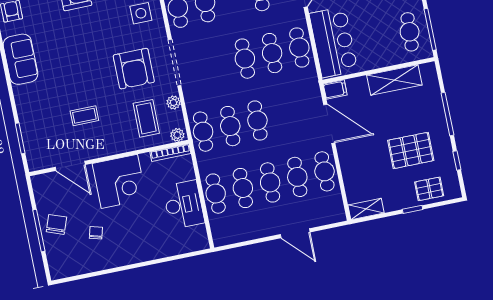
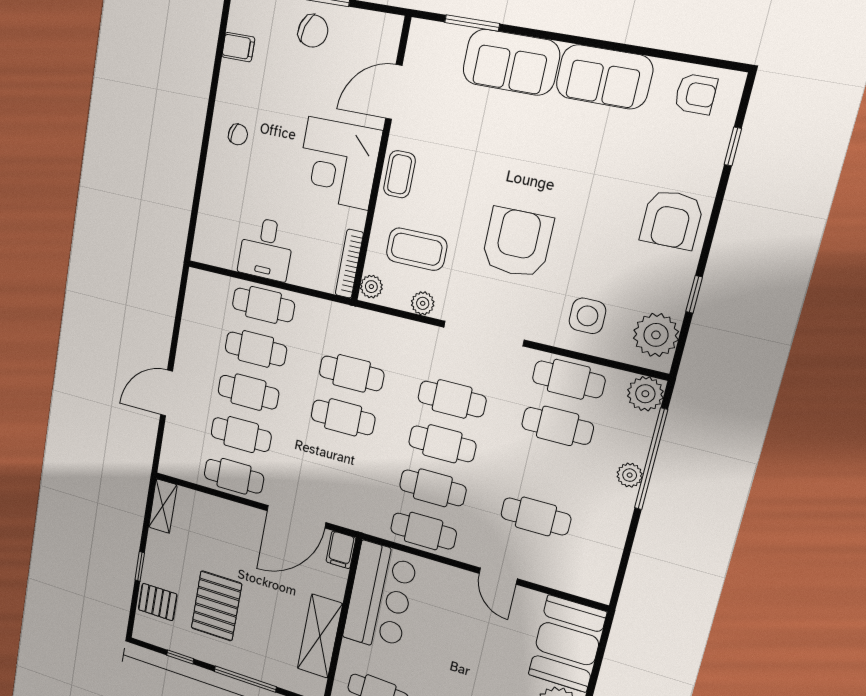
bar counter: (333, 42) -> (380, 597), moved, turned -90
armchair: (134, 69) -> (517, 243), moved, turned 90
sofa: (32, 110) -> (511, 62), added
coffee table: (84, 116) -> (399, 174), moved
cafe table: (203, 132) -> (452, 399), moved
pallet: (429, 189) -> (158, 602), turned 90
desk: (184, 205) -> (266, 249), width x0.73
chair: (96, 233) -> (238, 135), moved
filing cabinet: (81, 265) -> (238, 47), added

